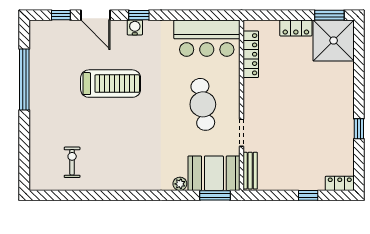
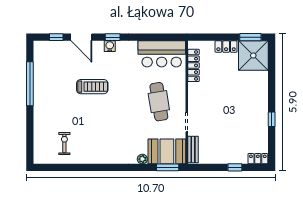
treadmill: (111, 84) -> (92, 87), width x0.73, depth x0.73

